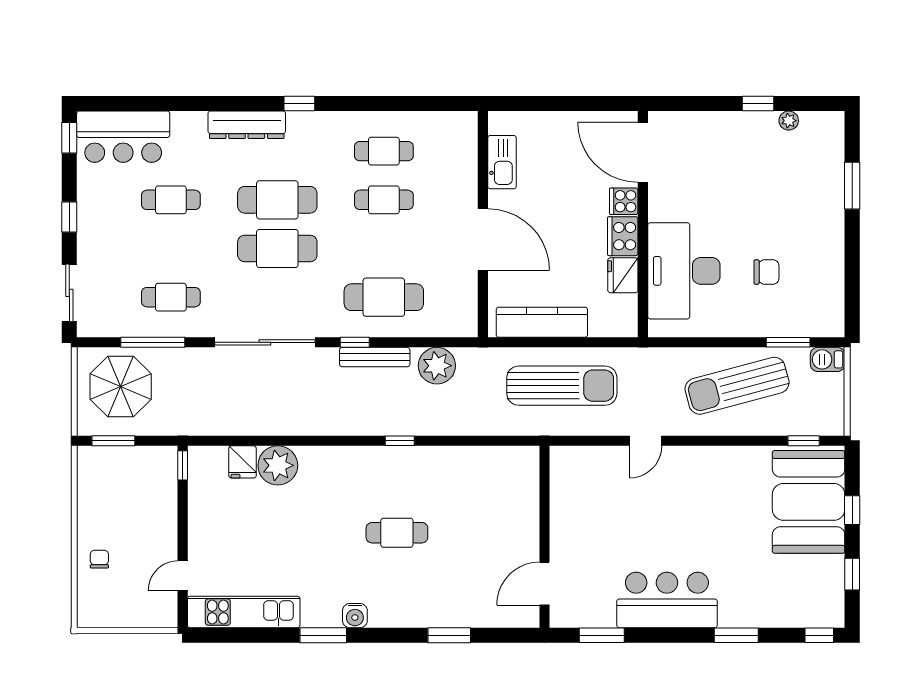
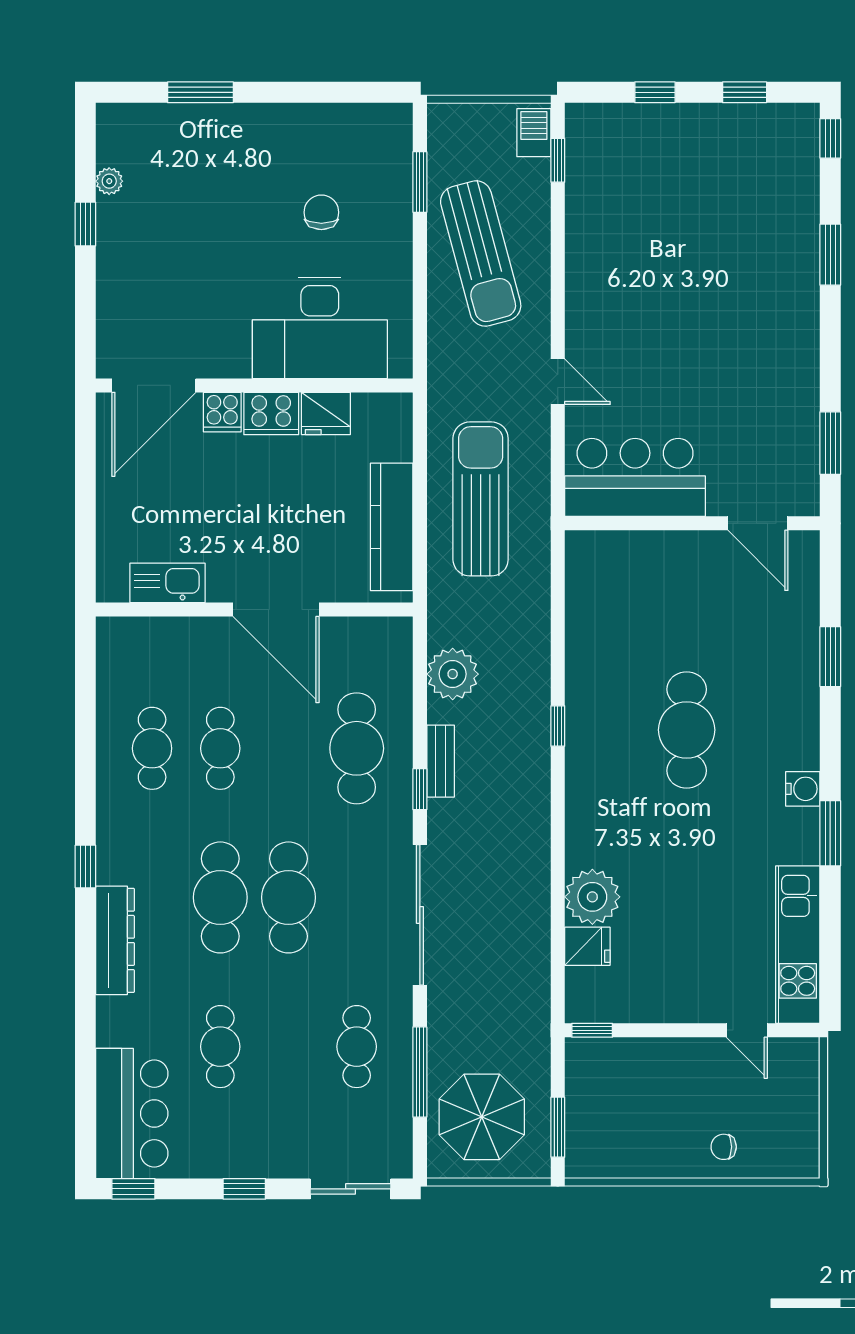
door: (483, 240) -> (276, 610), swing flipped
bench: (375, 357) -> (441, 761), width x0.73
barbecue: (828, 359) -> (534, 133), moved, turned 180
booth: (809, 502) -> (643, 153), removed
cafe table: (397, 533) -> (687, 730), width x1.37, depth x1.35
bar counter: (667, 600) -> (635, 477), moved, turned 90

